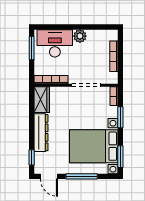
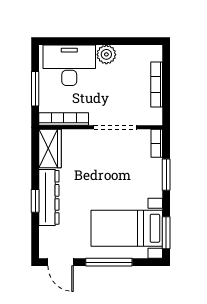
window: (32, 48) -> (35, 89), moved
bed with nightstands: (94, 146) -> (127, 228), width x0.73
window: (32, 157) -> (35, 201), moved

